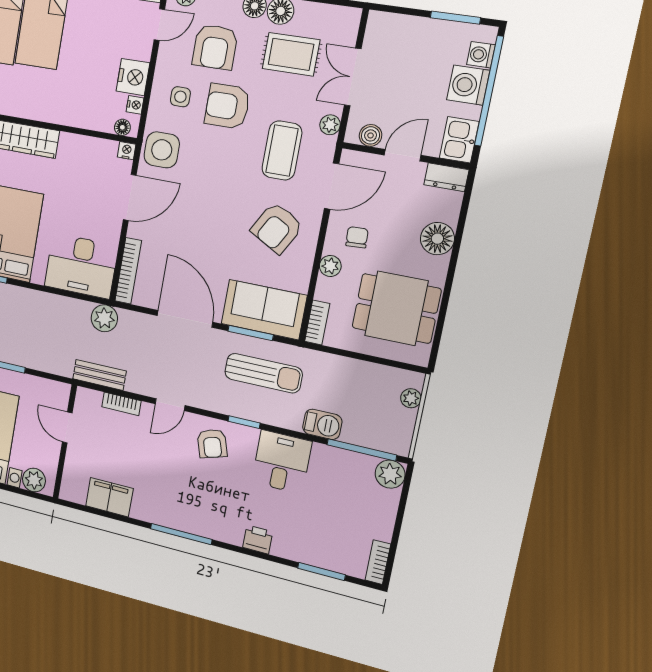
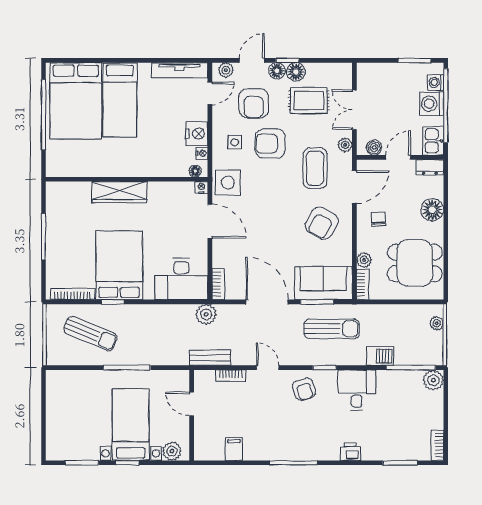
door: (130, 198) -> (210, 221), hinge flipped
plant: (330, 266) -> (364, 260), moved
bookcase: (128, 271) -> (218, 284), width x0.64
door: (170, 405) -> (268, 368), swing flipped
filing cabinet: (109, 497) -> (234, 449), width x0.50

